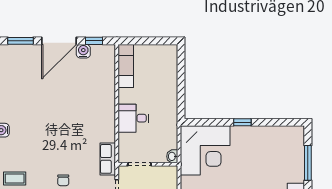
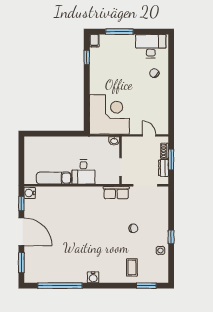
water cooler: (83, 51) -> (30, 193), moved
exam couch: (126, 66) -> (54, 178), moved
window: (242, 122) -> (87, 57), moved
filing cabinet: (297, 132) -> (94, 41), added

